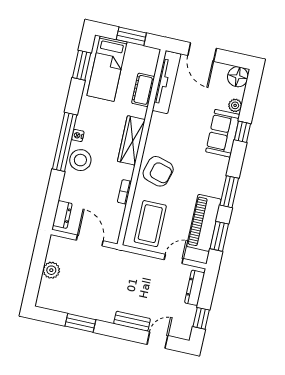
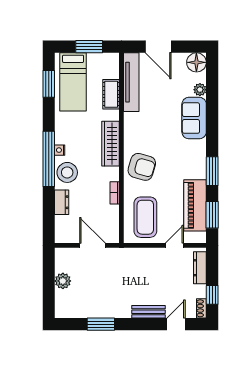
window: (242, 132) -> (212, 113), removed
dresser: (62, 215) -> (62, 202), moved
shoe rack: (187, 330) -> (201, 308), added

